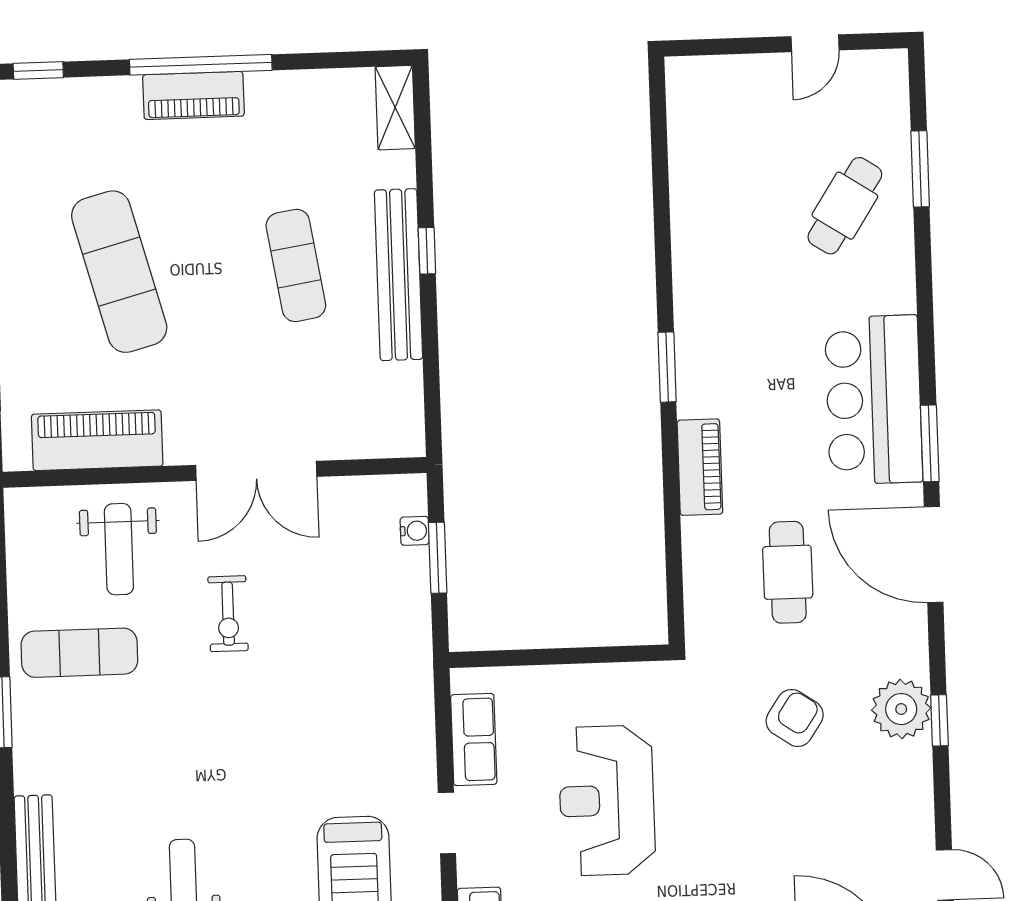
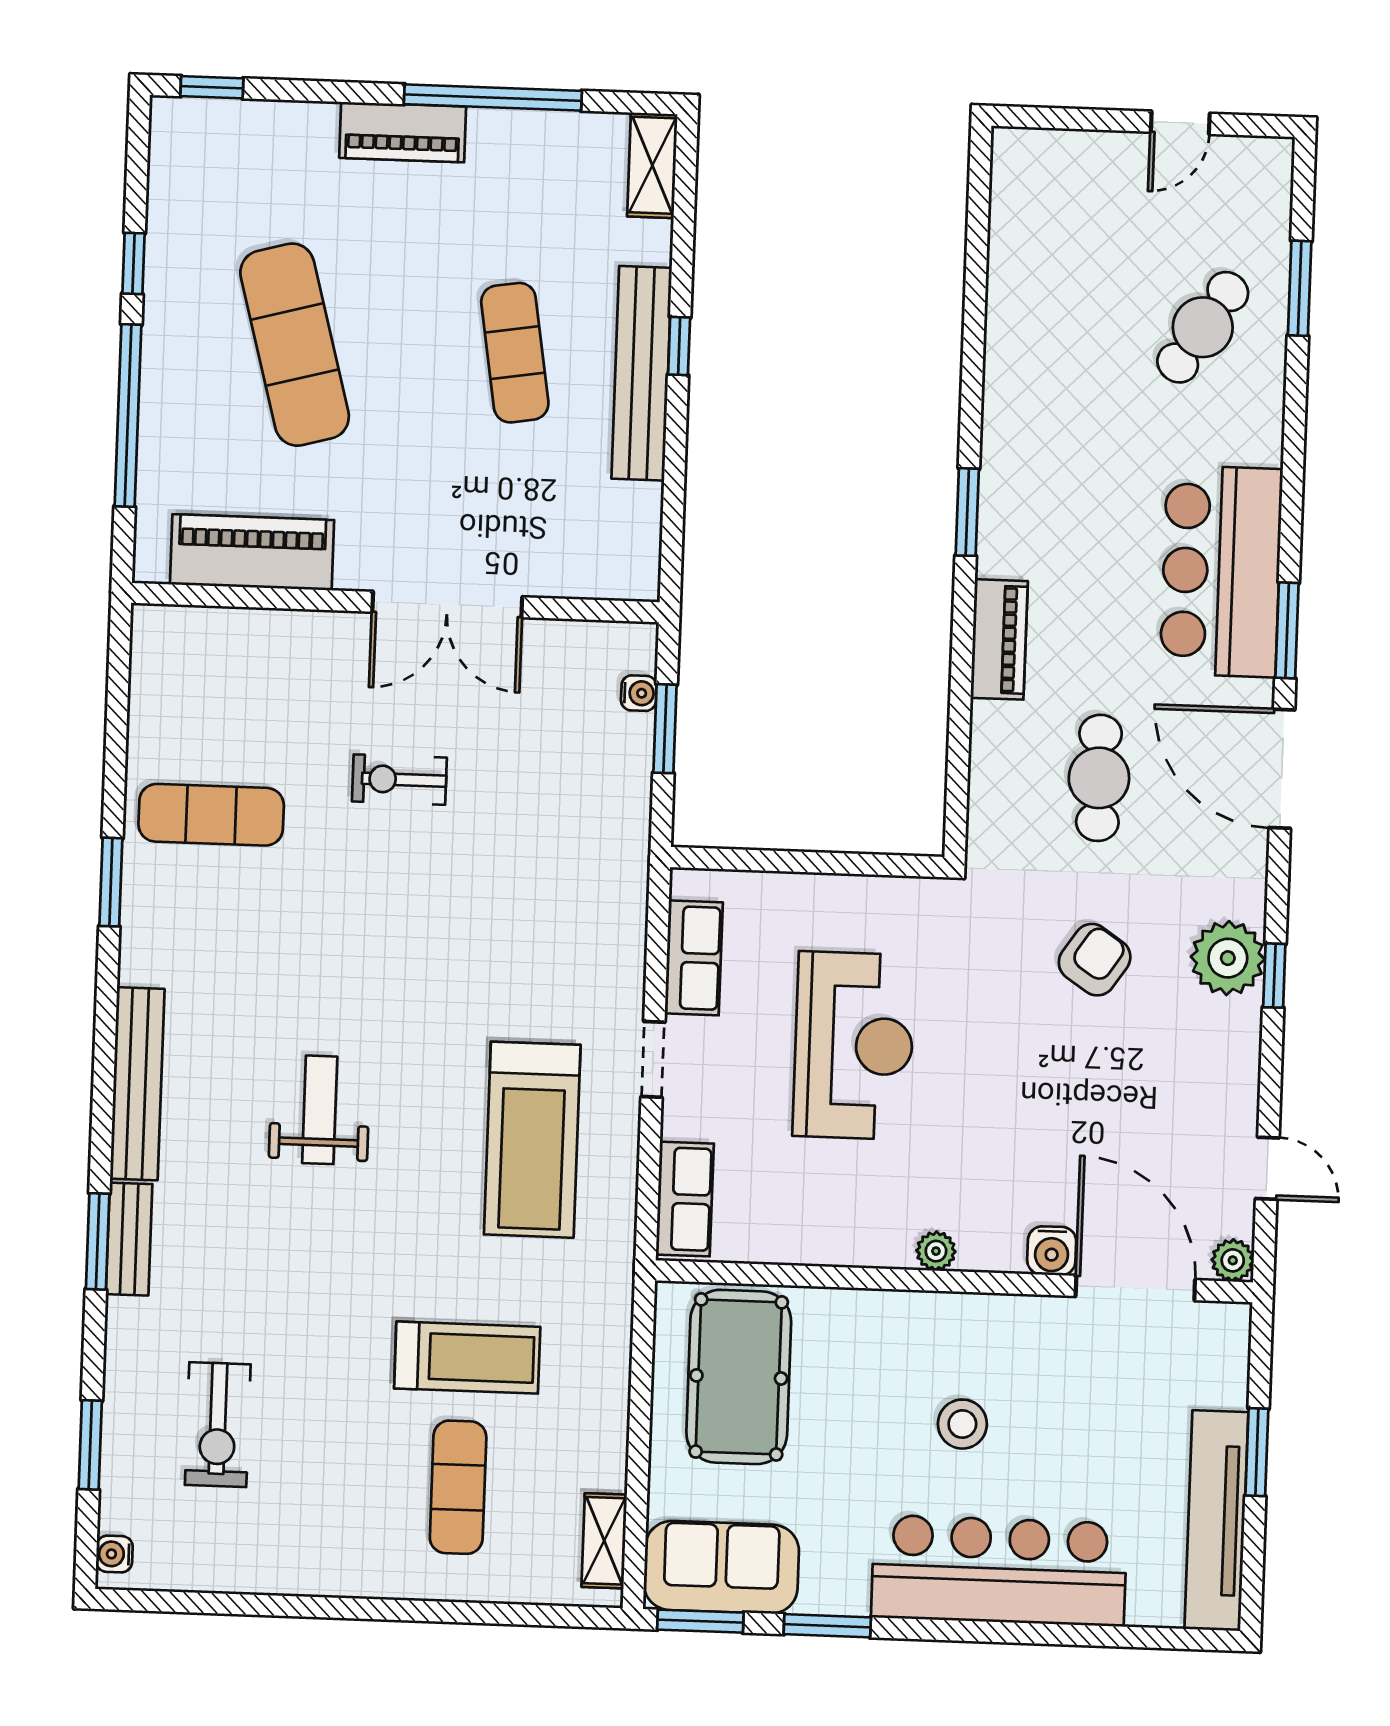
window: (201, 65) -> (493, 98), moved
weight bench: (119, 549) -> (269, 690), removed
exercise bike: (228, 614) -> (399, 780), turned 90
reception desk: (607, 800) -> (854, 1046), turned 180

